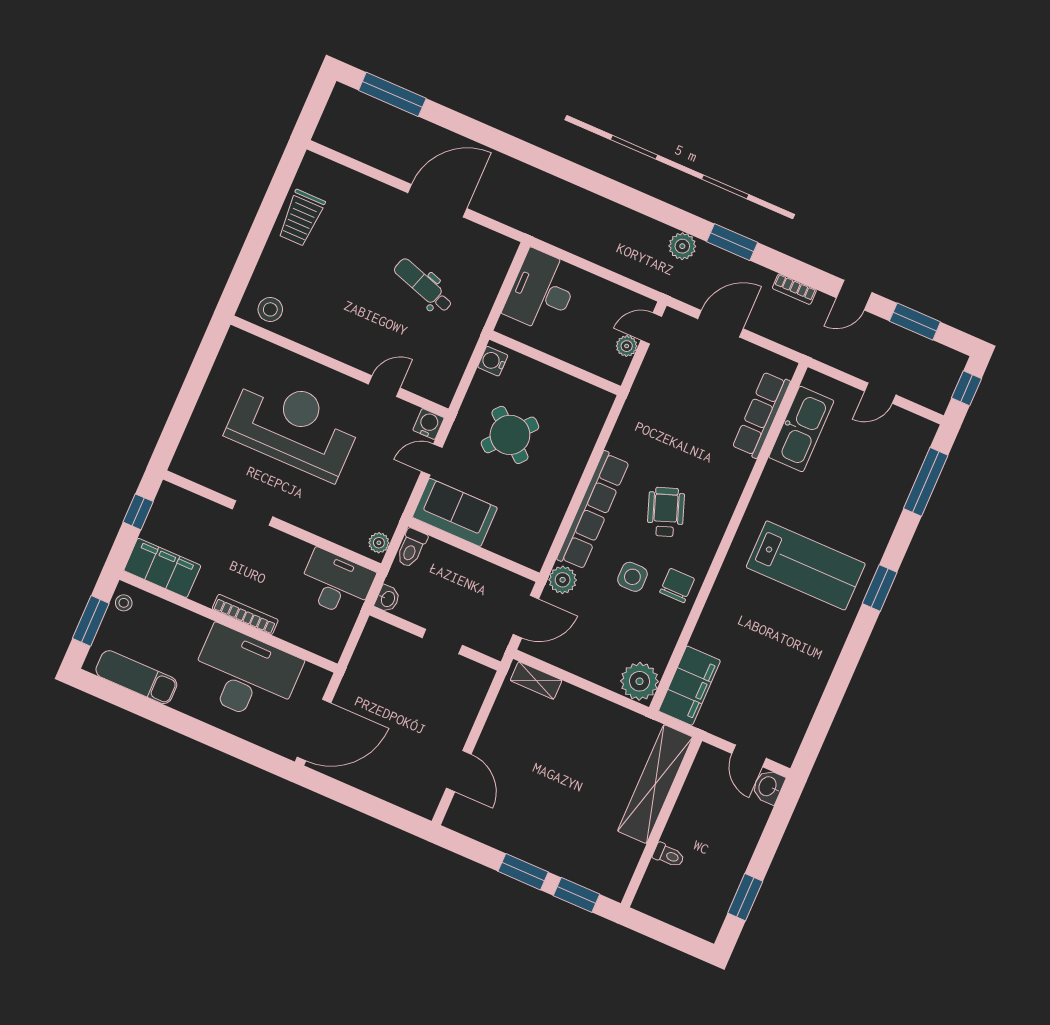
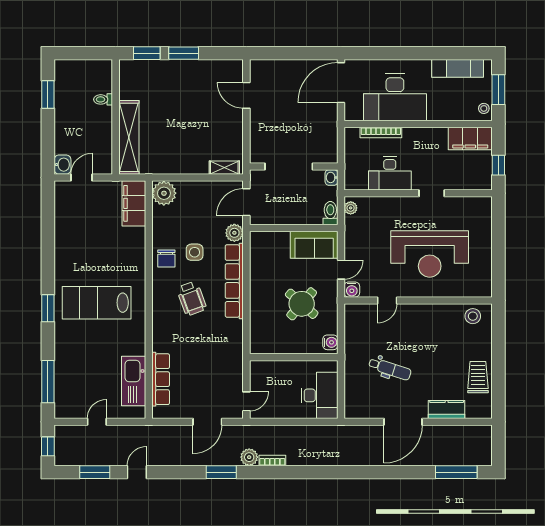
kitchen counter: (367, 191) -> (447, 409), added
bookcase: (794, 289) -> (272, 461), moved
plant: (627, 346) -> (256, 385), removed
desk: (336, 583) -> (390, 173), moved
bookcase: (245, 614) -> (381, 132), moved
doorway: (442, 642) -> (289, 167), width x1.88
door: (749, 756) -> (81, 178), hinge flipped

